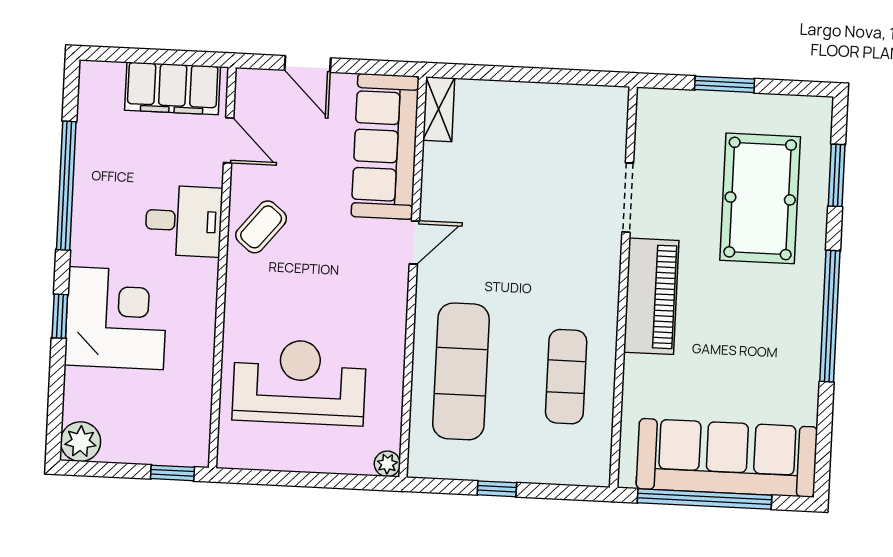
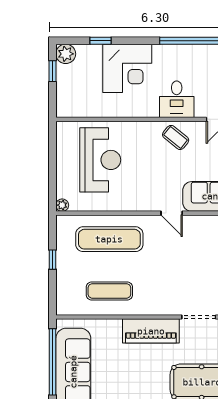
window: (60, 316) -> (100, 41), moved
window: (172, 473) -> (53, 71), moved

